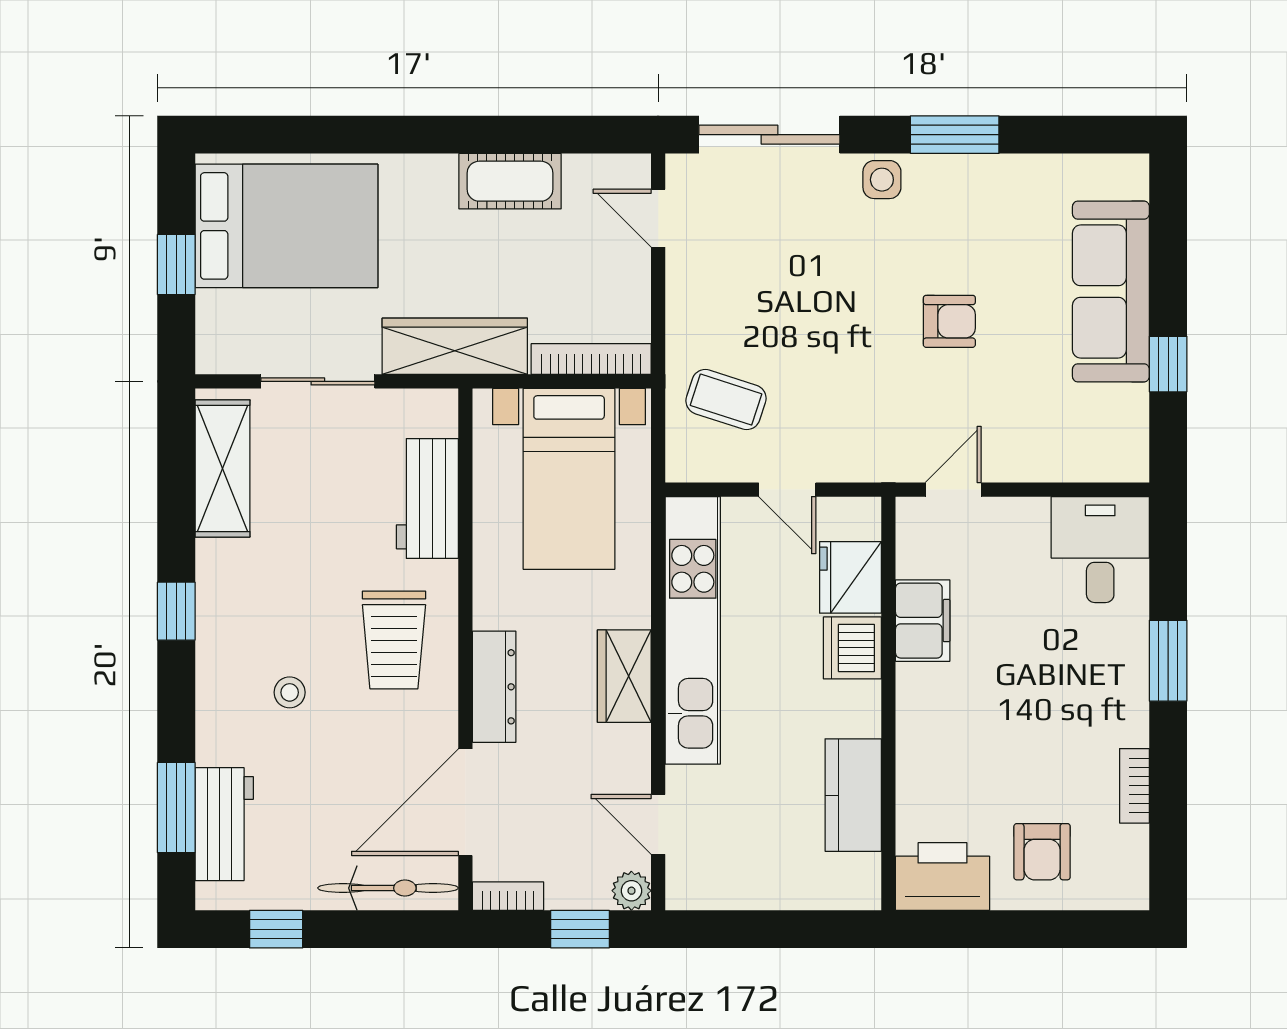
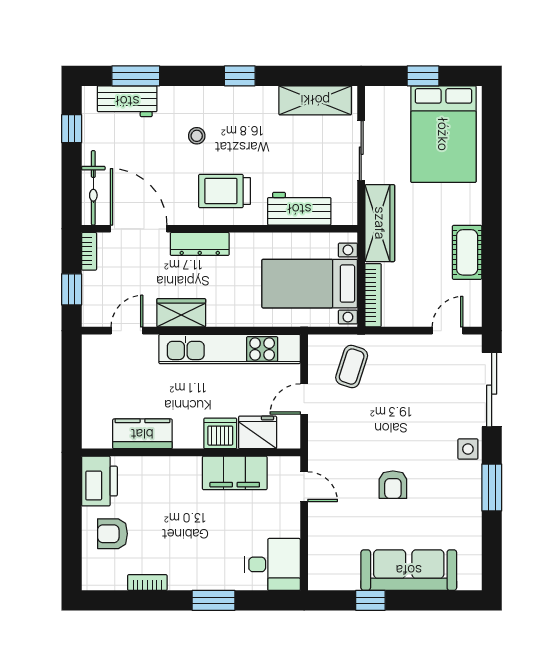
filing cabinet: (923, 621) -> (235, 473), width x1.50, depth x1.17
wardrobe: (624, 676) -> (181, 313), moved
plant: (631, 891) -> (92, 317), removed

